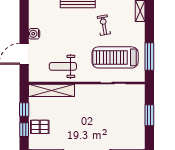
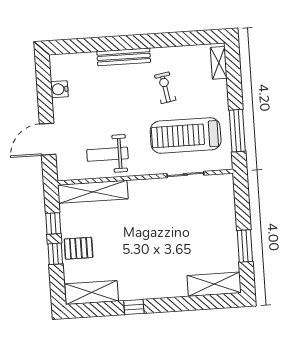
water cooler: (34, 34) -> (59, 89), moved
window: (149, 115) -> (245, 246), moved

